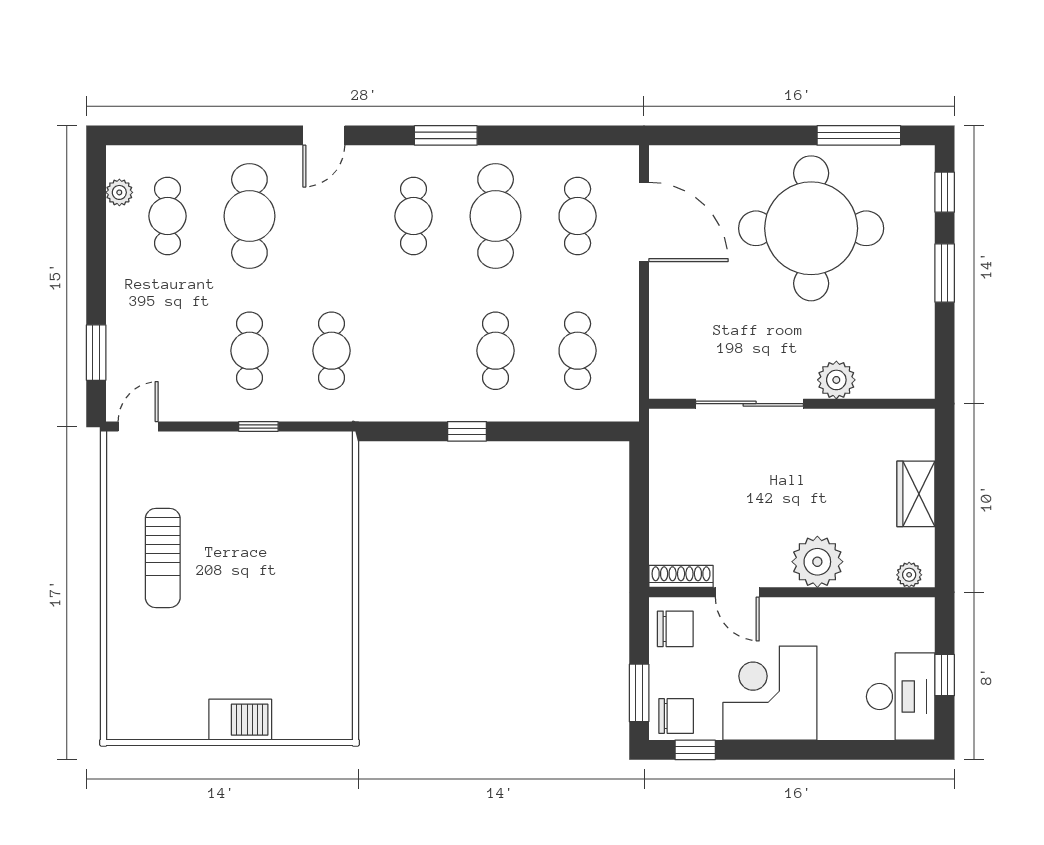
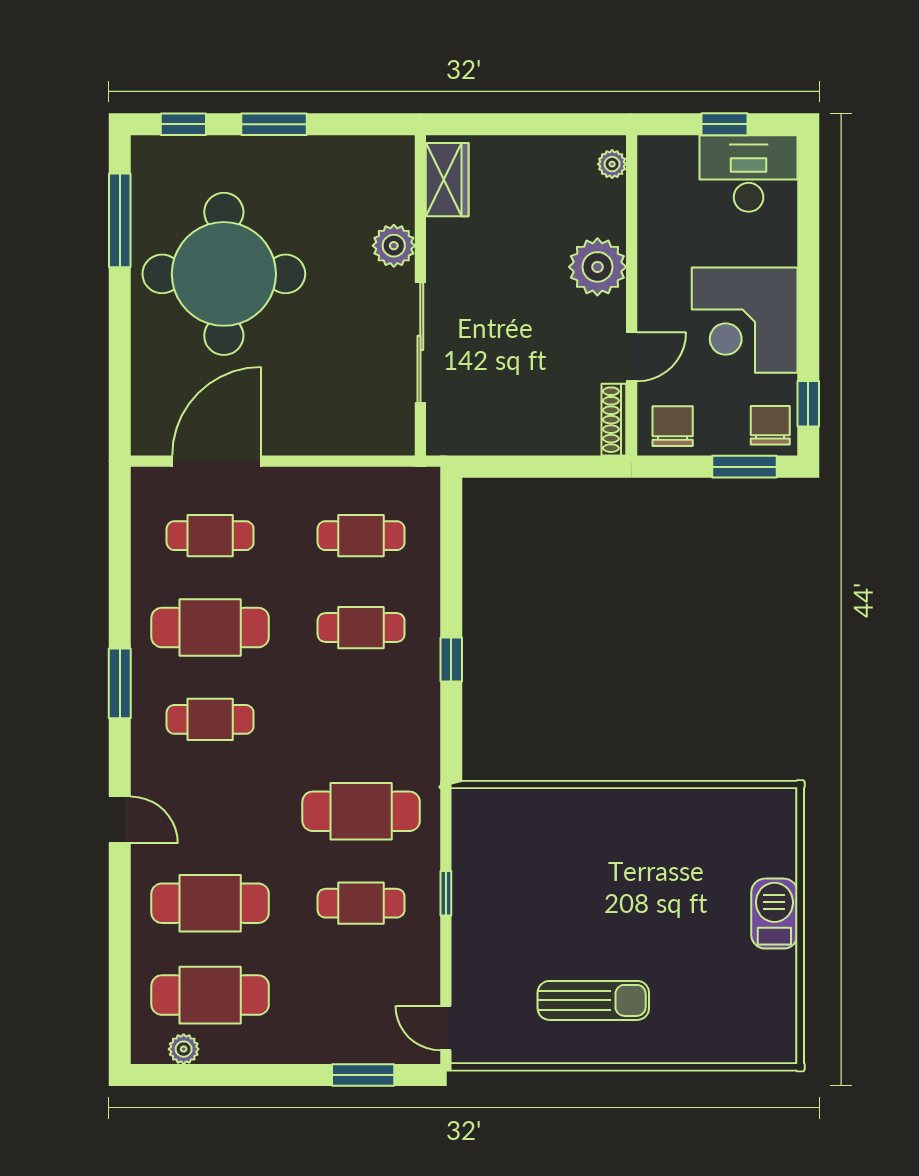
cafe table: (167, 216) -> (210, 995), width x1.37, depth x1.35
cafe table: (332, 351) -> (361, 811), width x1.37, depth x1.35
wardrobe: (916, 494) -> (447, 180), moved, turned -90

